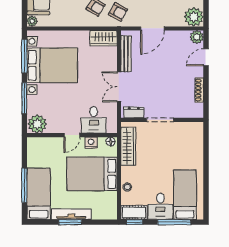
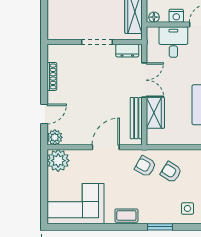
wardrobe: (104, 38) -> (155, 113), moved, turned 90

